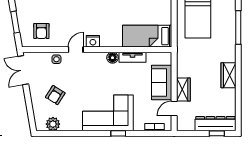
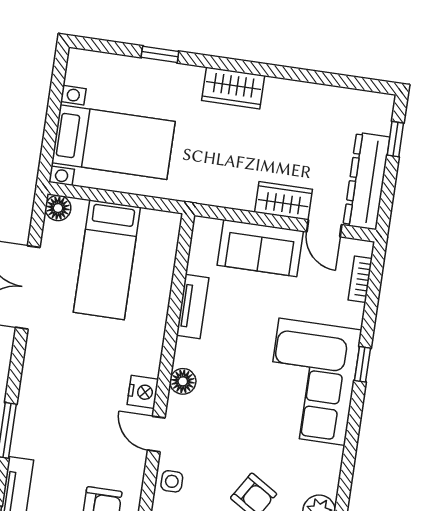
window: (238, 28) -> (160, 54), width x0.46
bed: (147, 36) -> (107, 260), moved
floor lamp: (112, 58) -> (183, 381), moved
wardrobe: (228, 75) -> (233, 88), moved
dresser: (215, 124) -> (367, 181), moved

